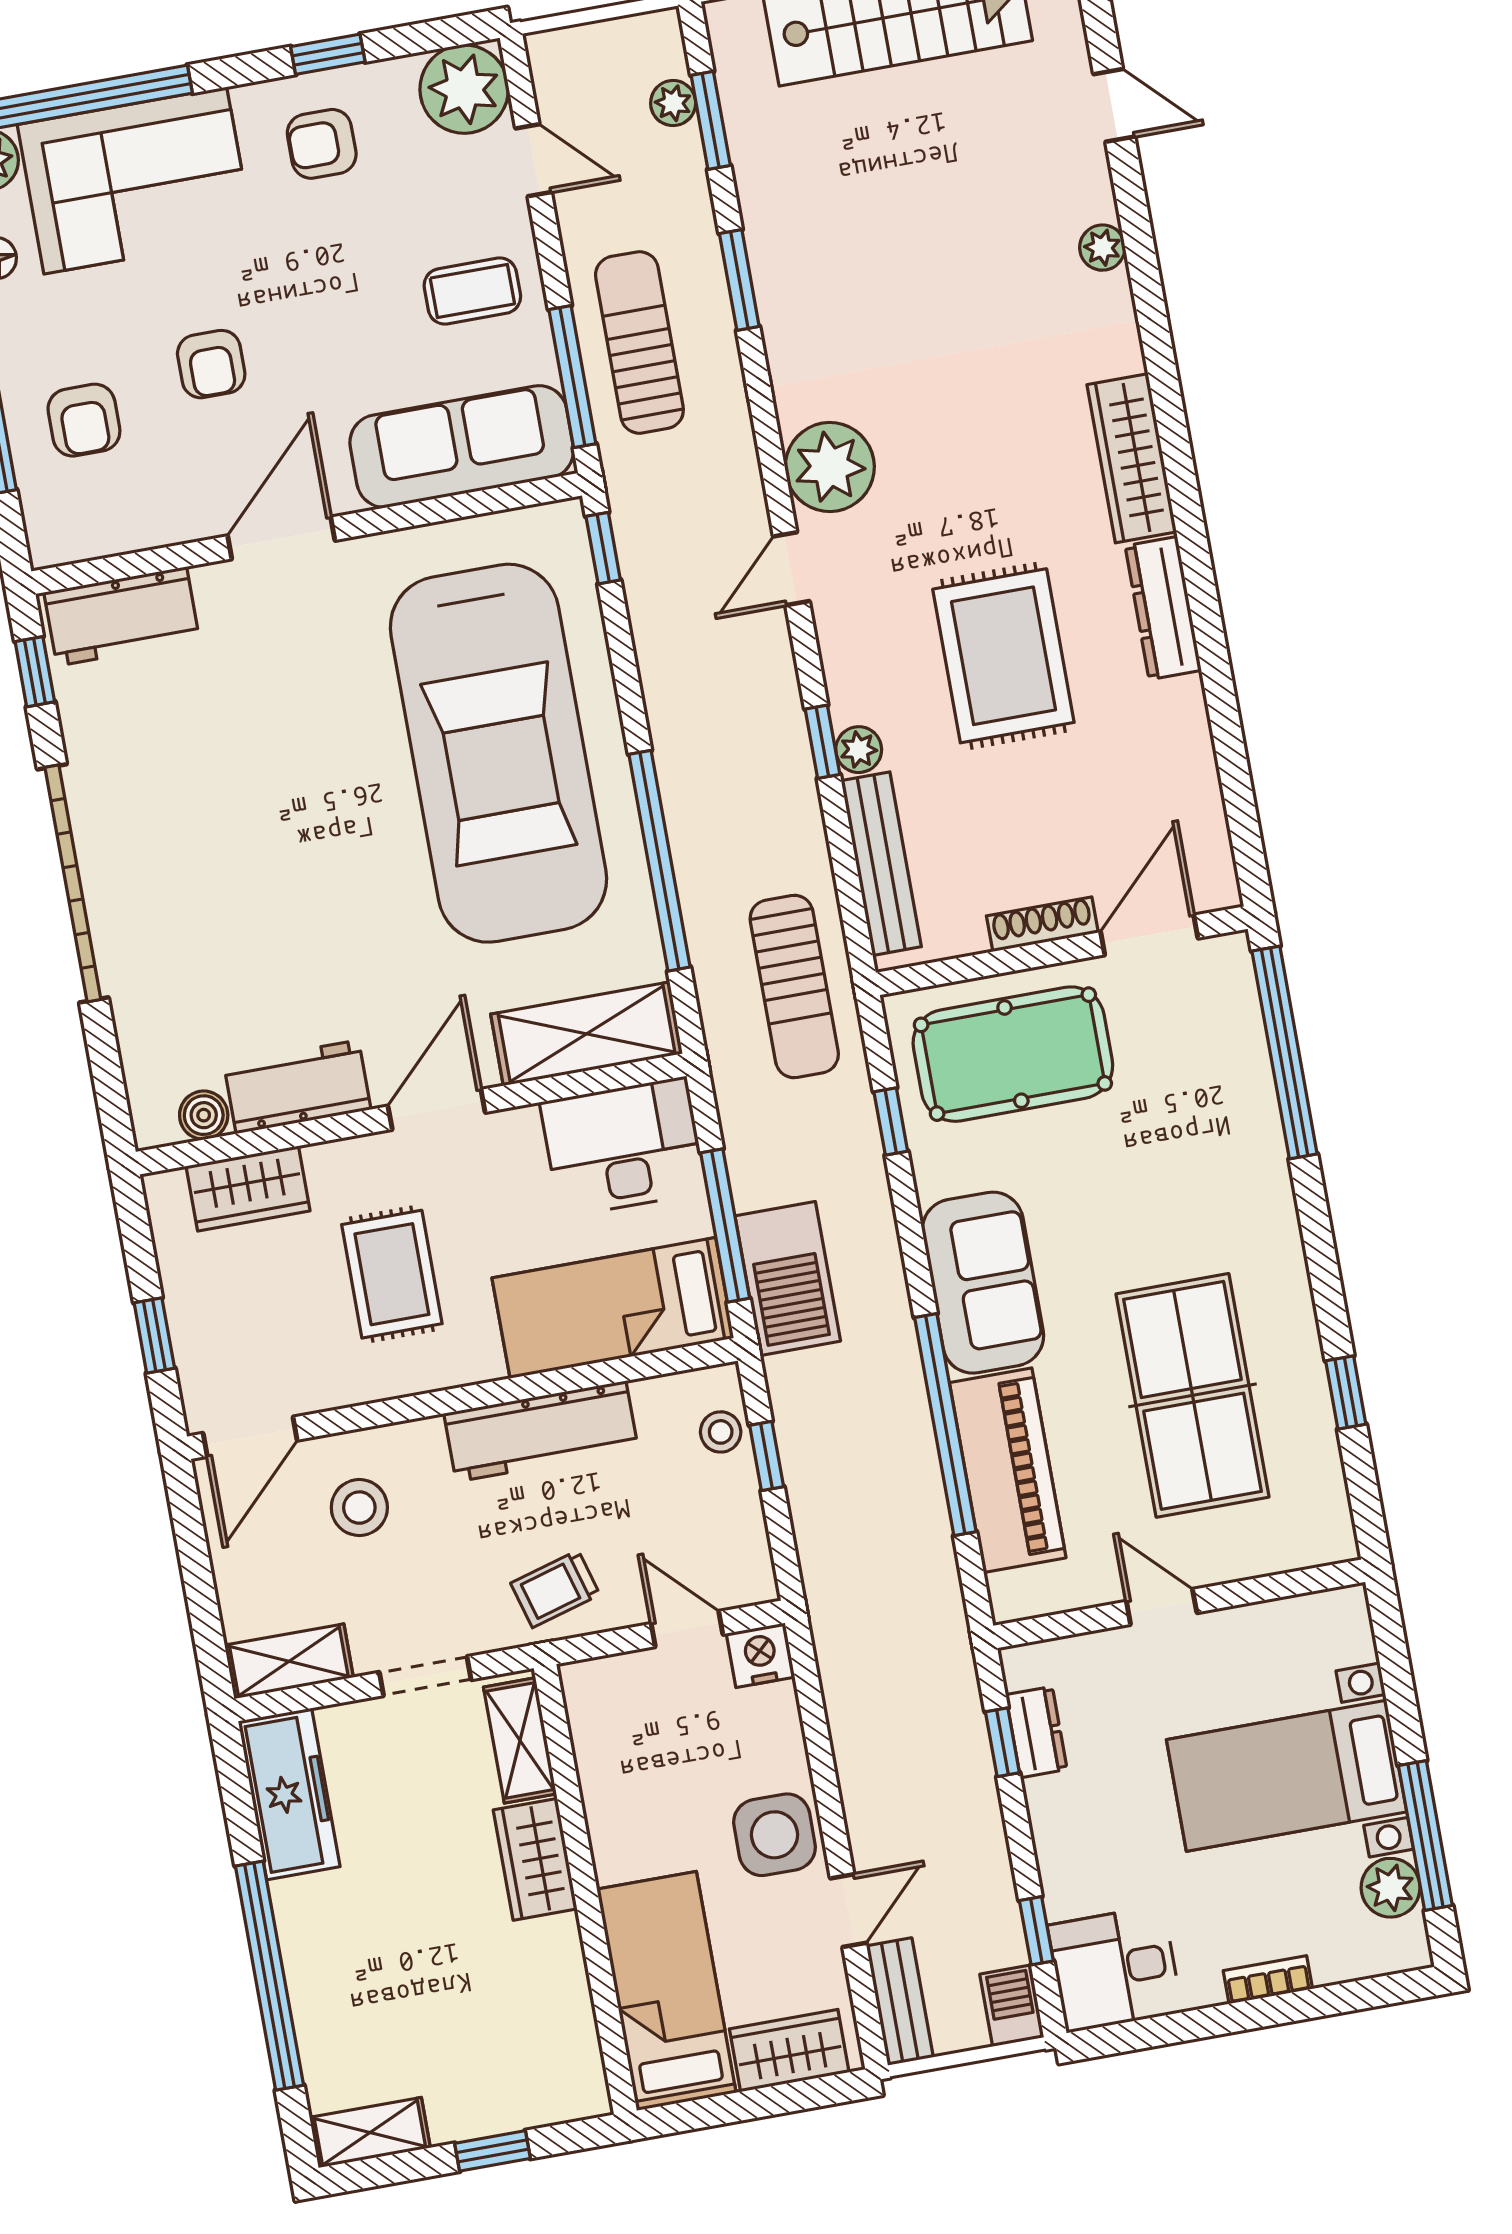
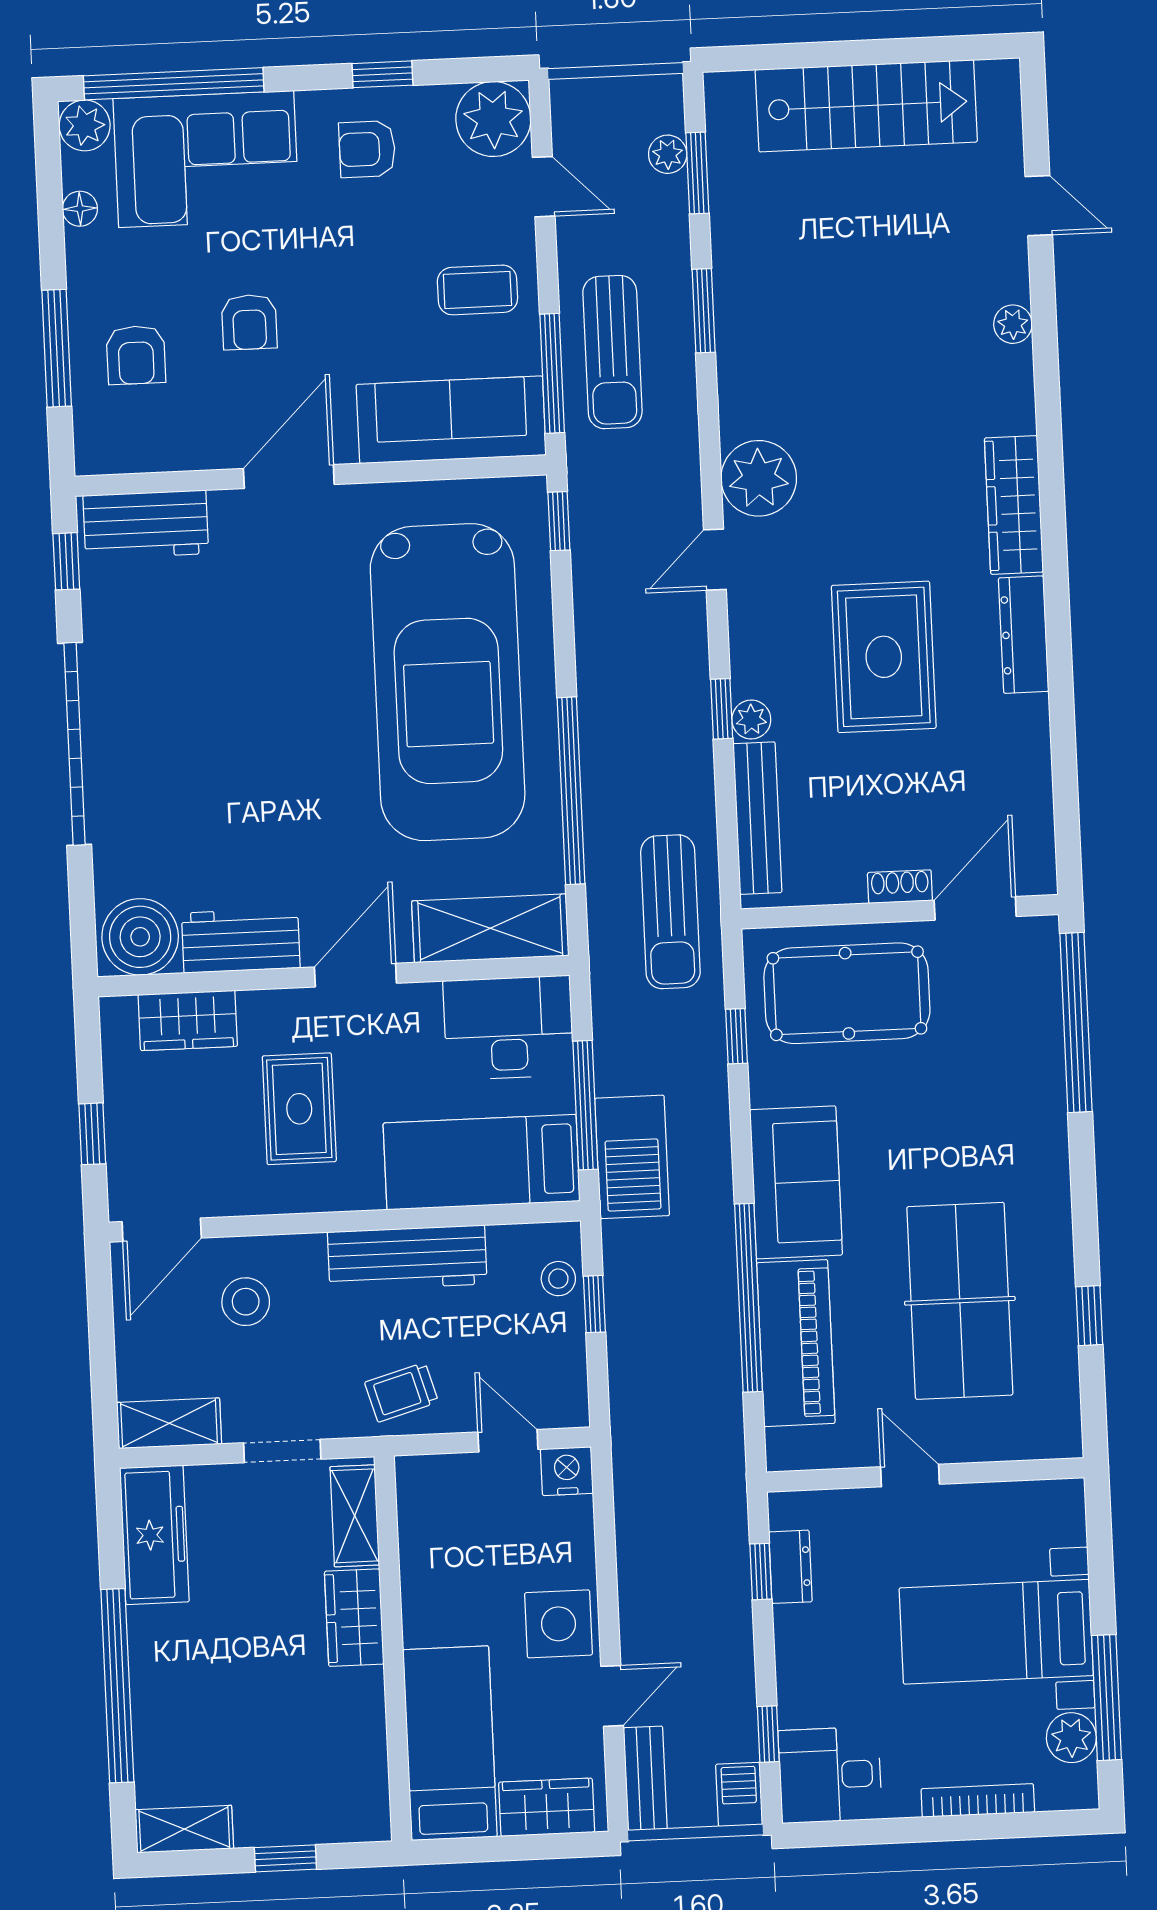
sun lounger: (639, 342) -> (612, 352), turned 180
shoe rack: (1042, 924) -> (900, 887), width x0.70
boiler: (204, 1115) -> (140, 937), width x1.86, depth x1.86
bookcase: (1268, 1980) -> (978, 1800), width x1.56

